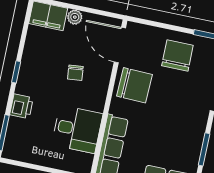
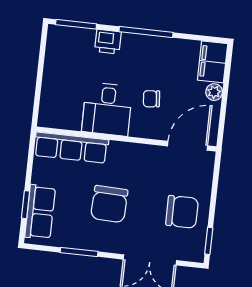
window: (16, 72) -> (146, 32), width x2.17
chair: (134, 85) -> (109, 204), moved
desk: (77, 129) -> (107, 109), moved

